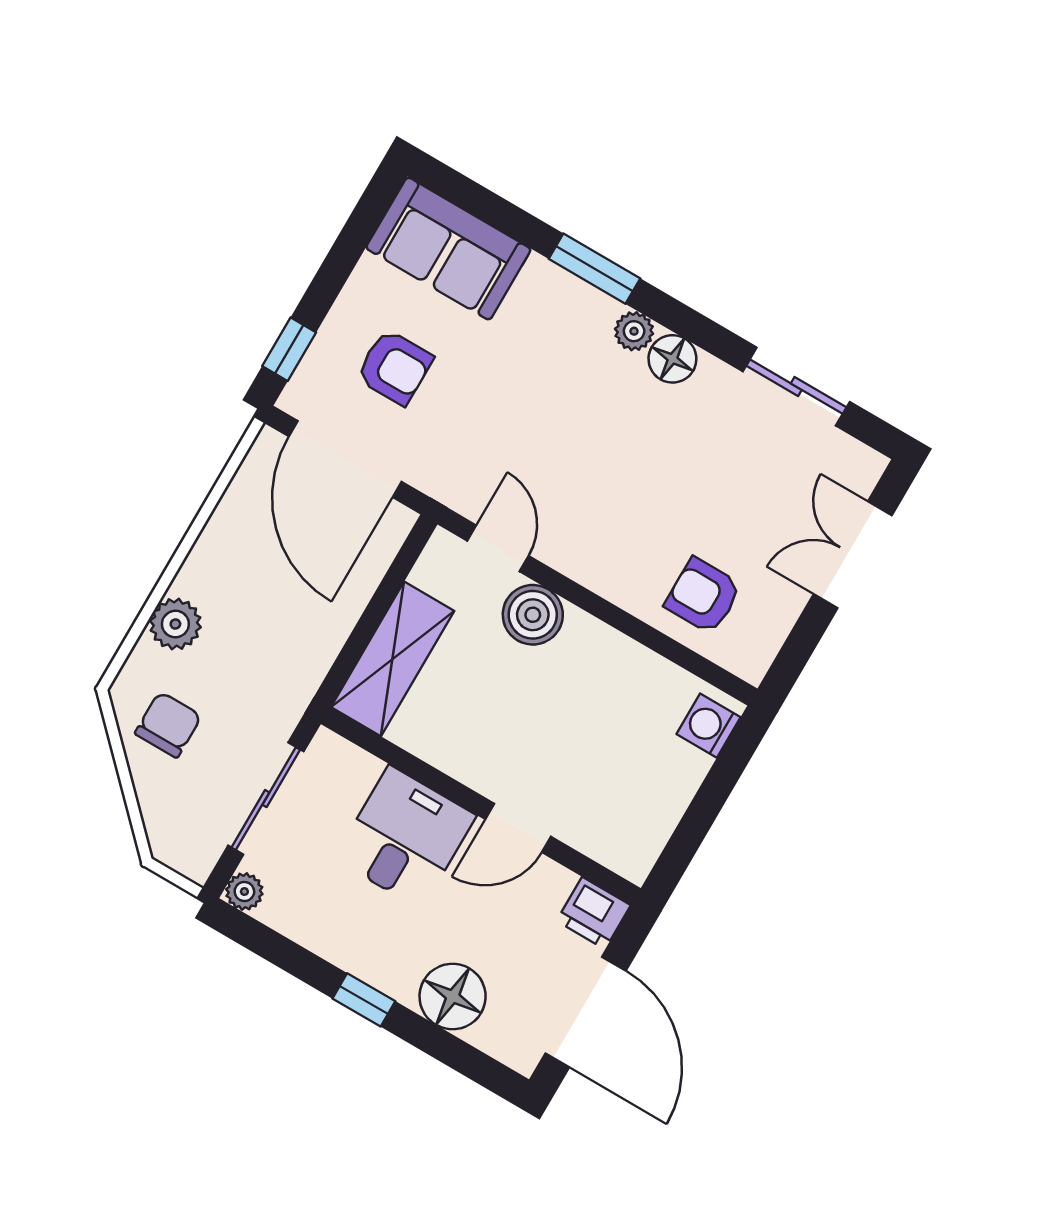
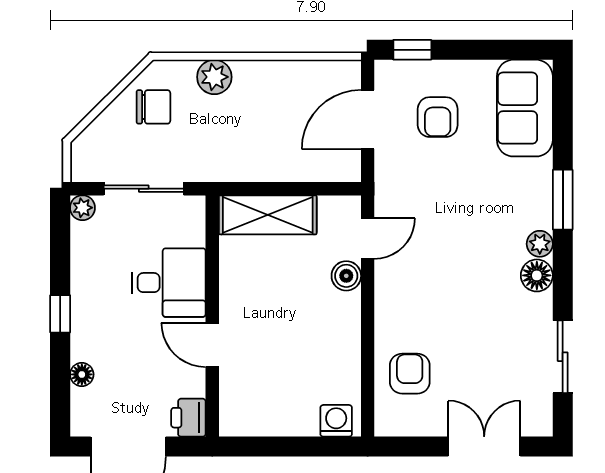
door: (345, 459) -> (368, 120), width x0.73
boiler: (533, 615) -> (346, 276), width x0.73, depth x0.73
floor lamp: (453, 996) -> (82, 374), width x0.53, depth x0.53

